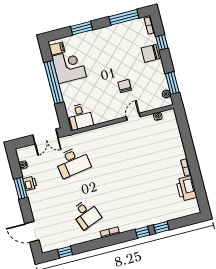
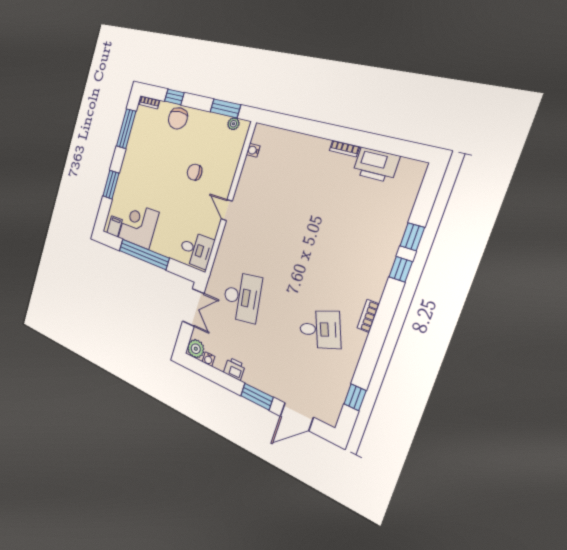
door: (133, 117) -> (227, 210), moved
plant: (23, 153) -> (196, 349), added
window: (21, 188) -> (257, 397), moved

